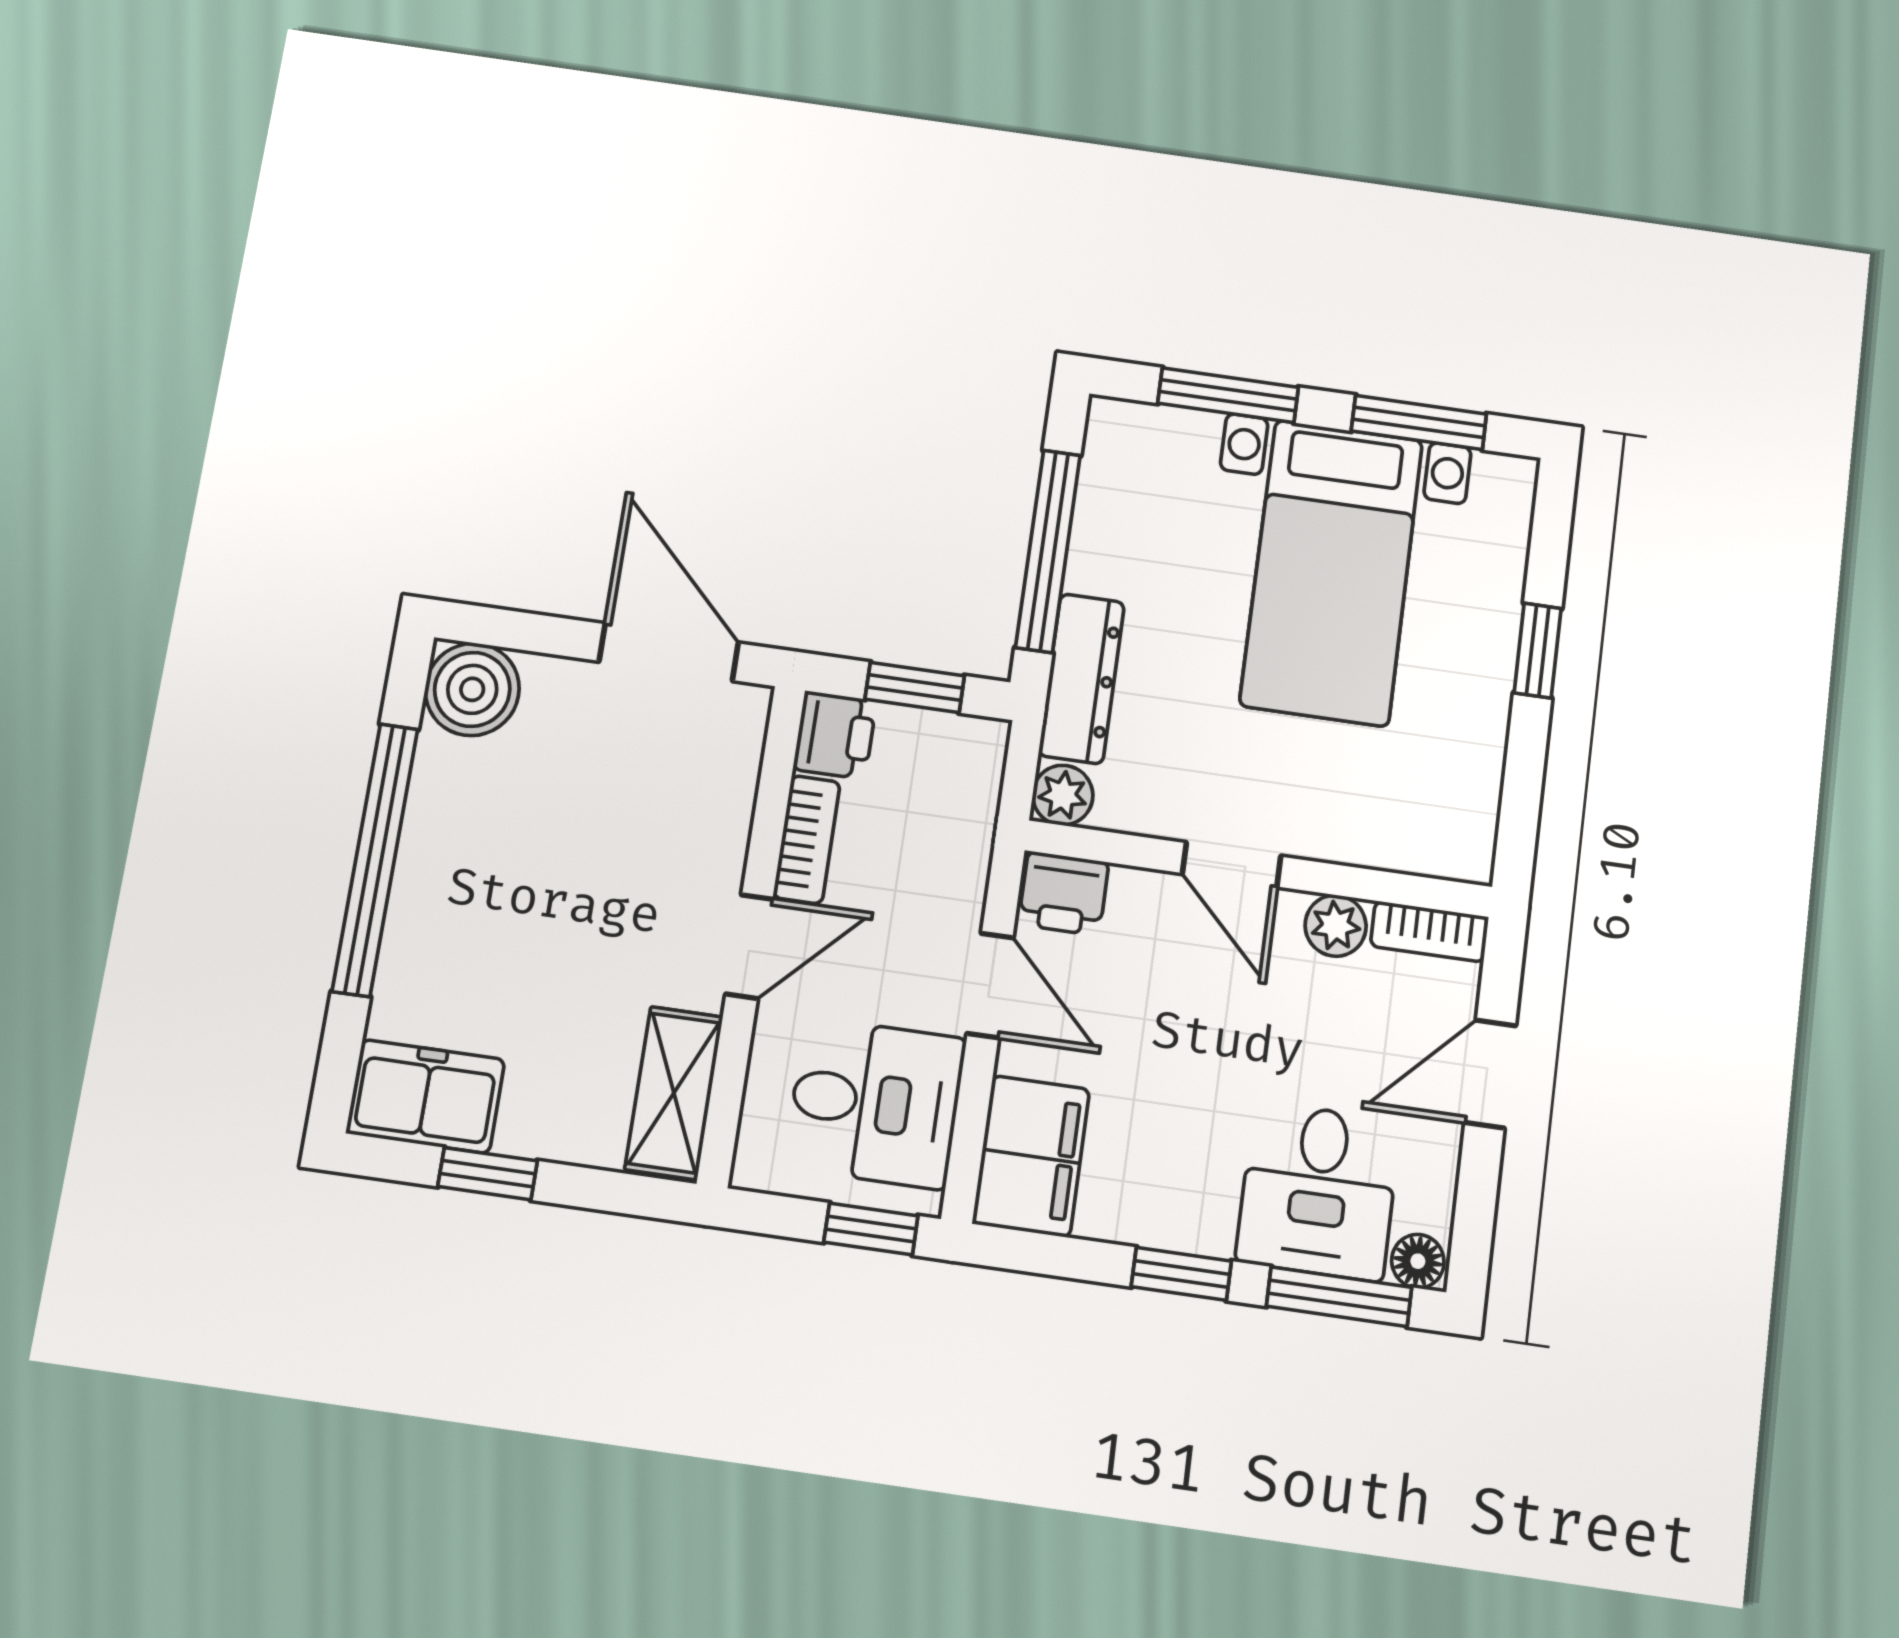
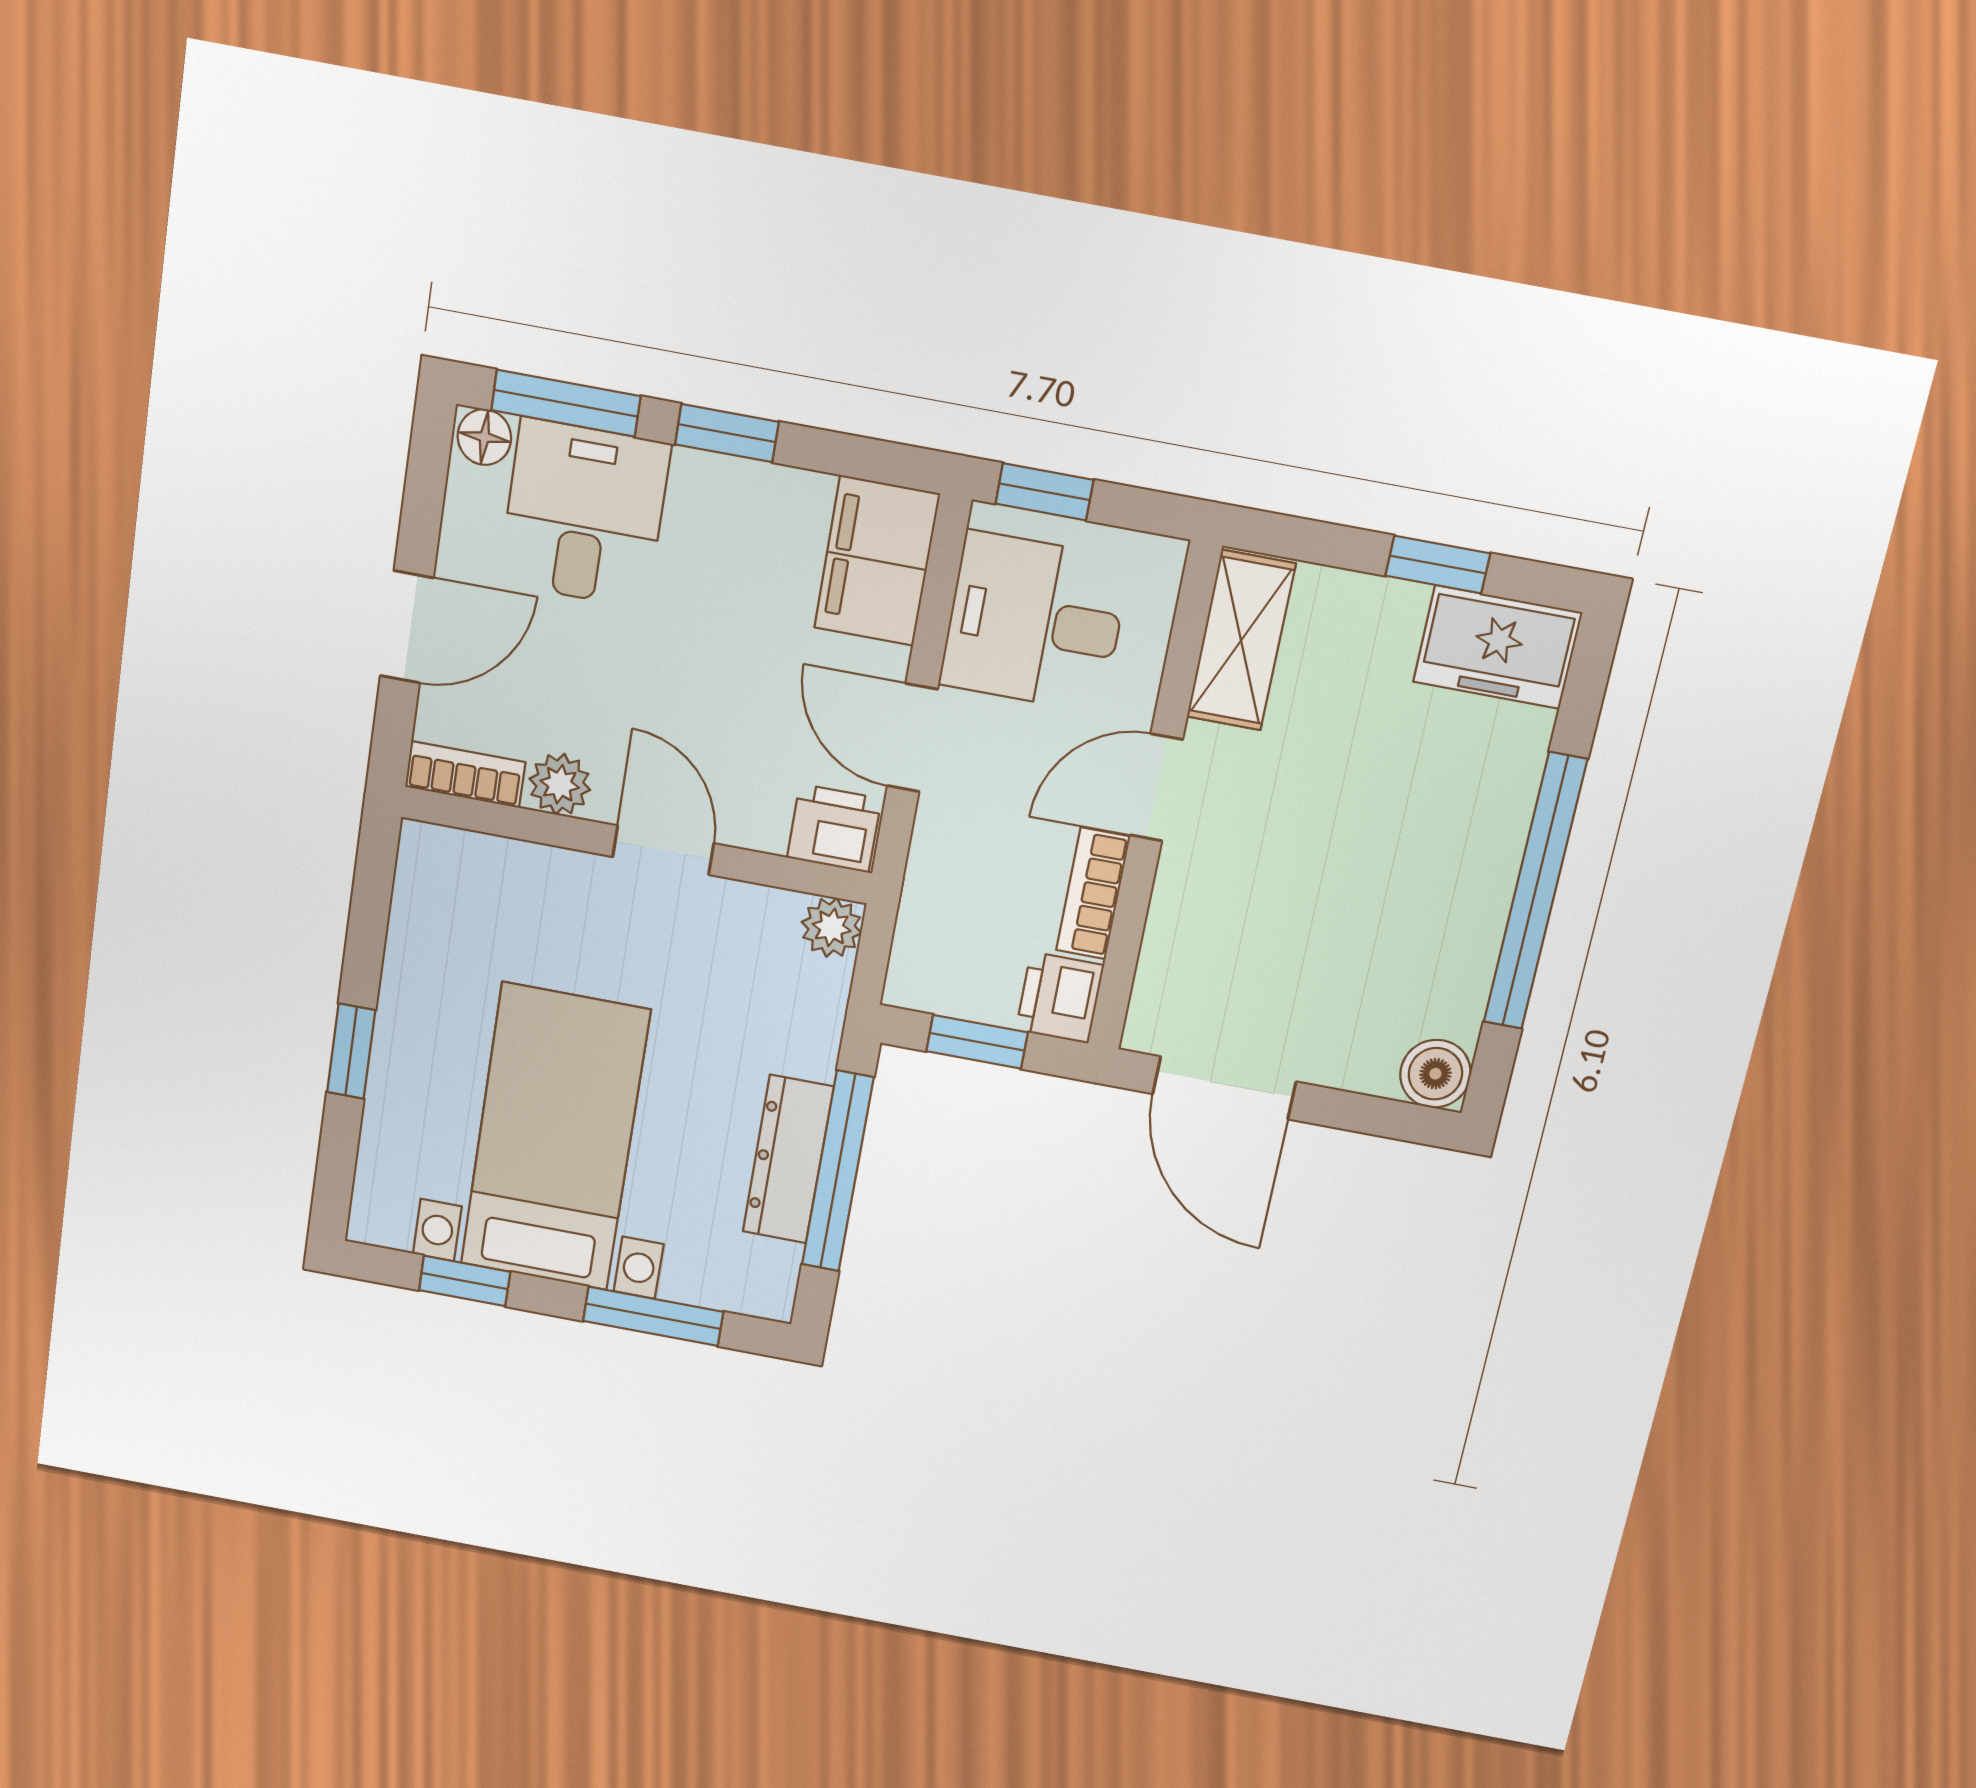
window: (1419, 422) -> (465, 1281), width x0.67
dresser: (1082, 679) -> (788, 1159), moved
boiler: (472, 689) -> (1435, 1074), width x0.73, depth x0.73

